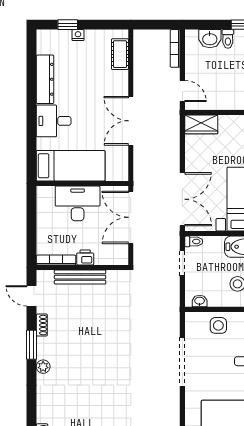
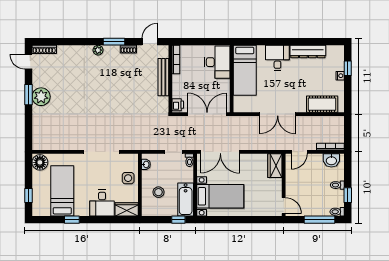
washbasin: (210, 39) -> (331, 160), moved, turned -90
cot: (120, 54) -> (322, 104), width x1.37, depth x1.34
double door: (131, 121) -> (278, 114), swing flipped
desk: (78, 203) -> (217, 62), moved
printer: (85, 257) -> (178, 105), moved

